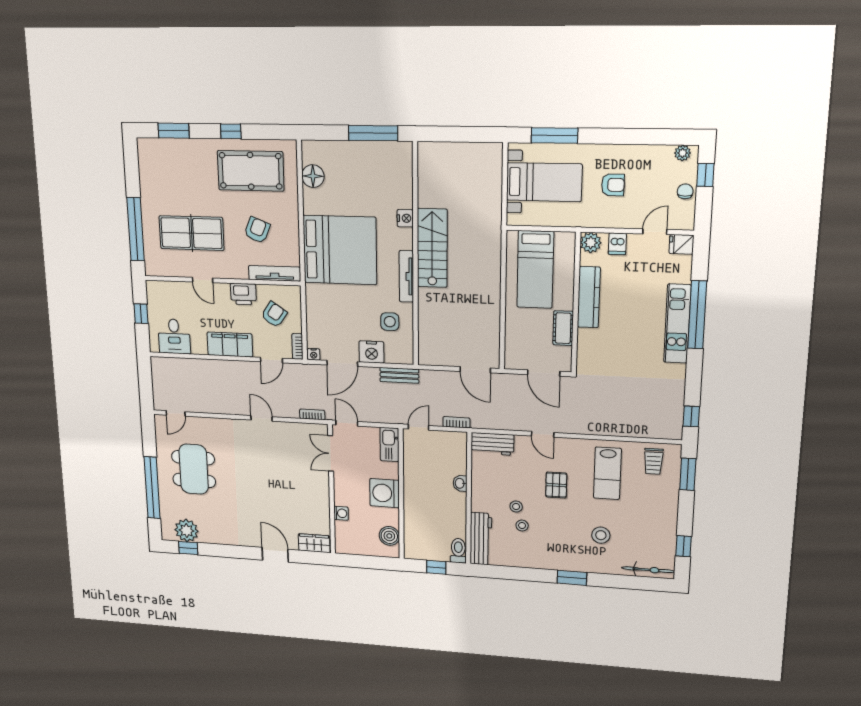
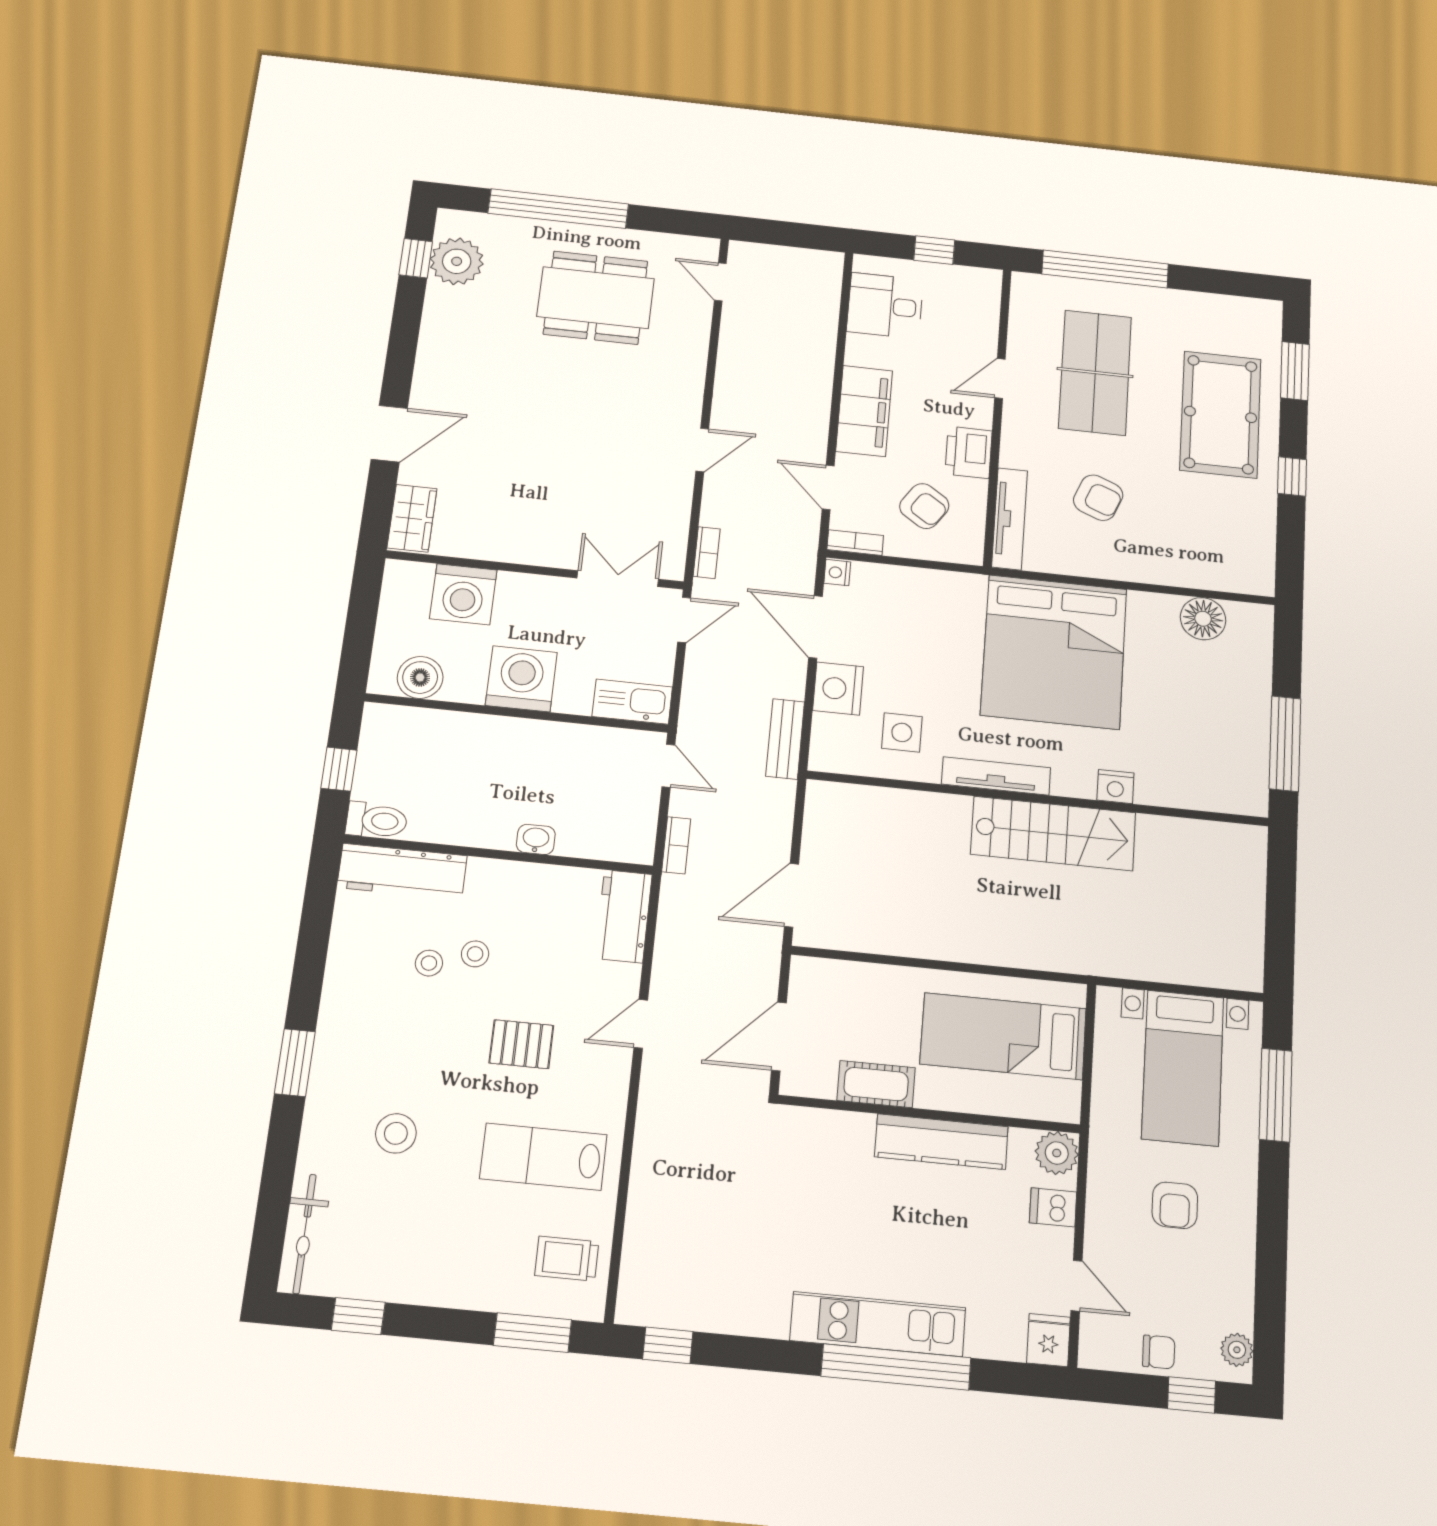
pool table: (251, 171) -> (1221, 414), moved
washing machine: (341, 513) -> (463, 594), width x1.89, depth x1.89

